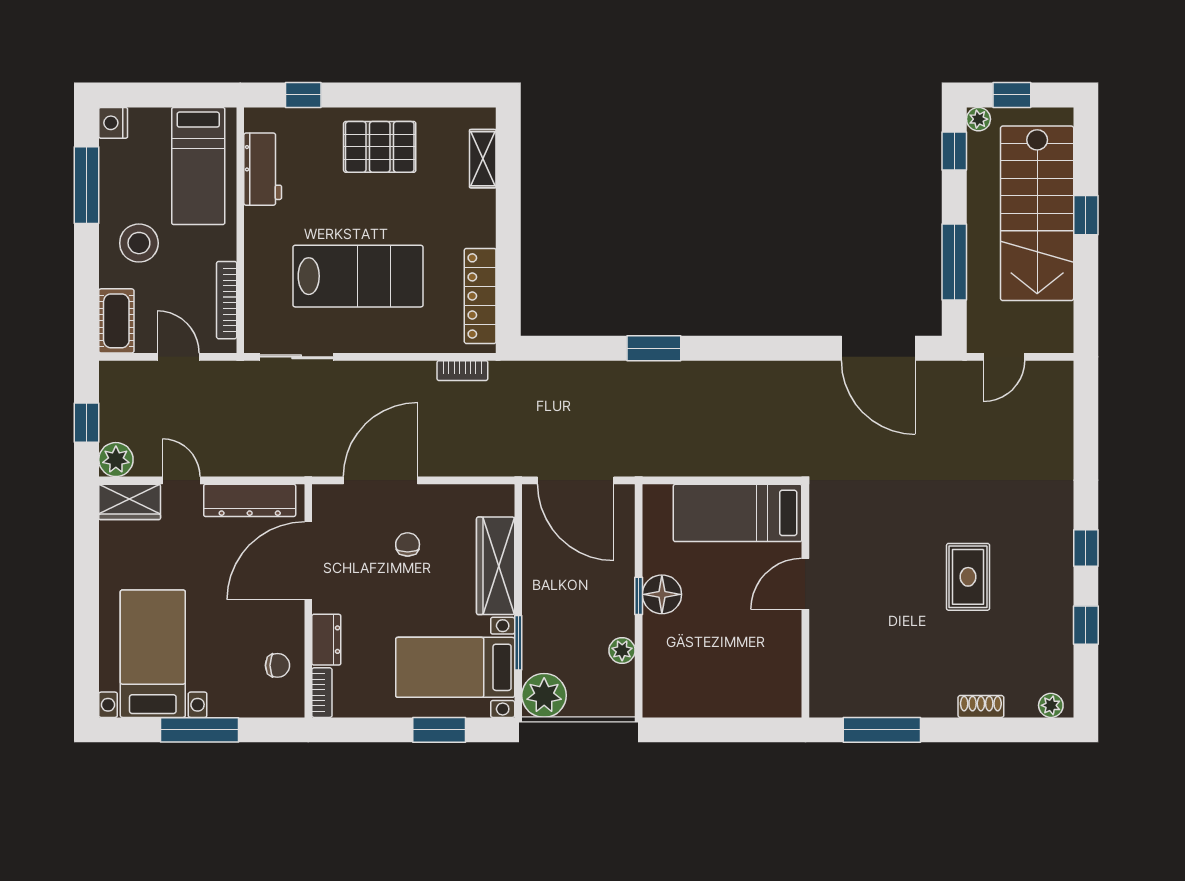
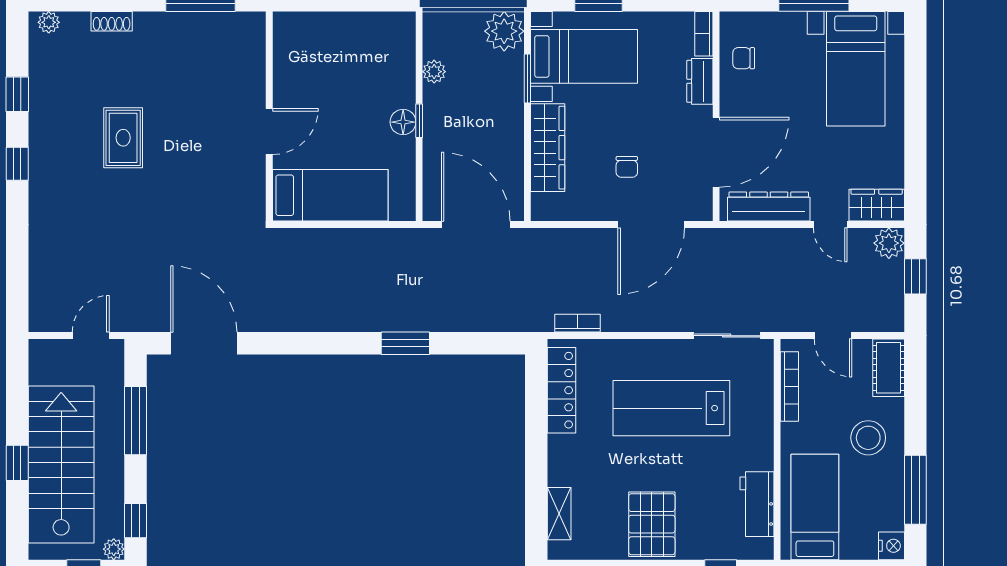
pallet: (380, 147) -> (652, 524), turned 90
floor lamp: (662, 594) -> (403, 122), width x0.73, depth x0.73

